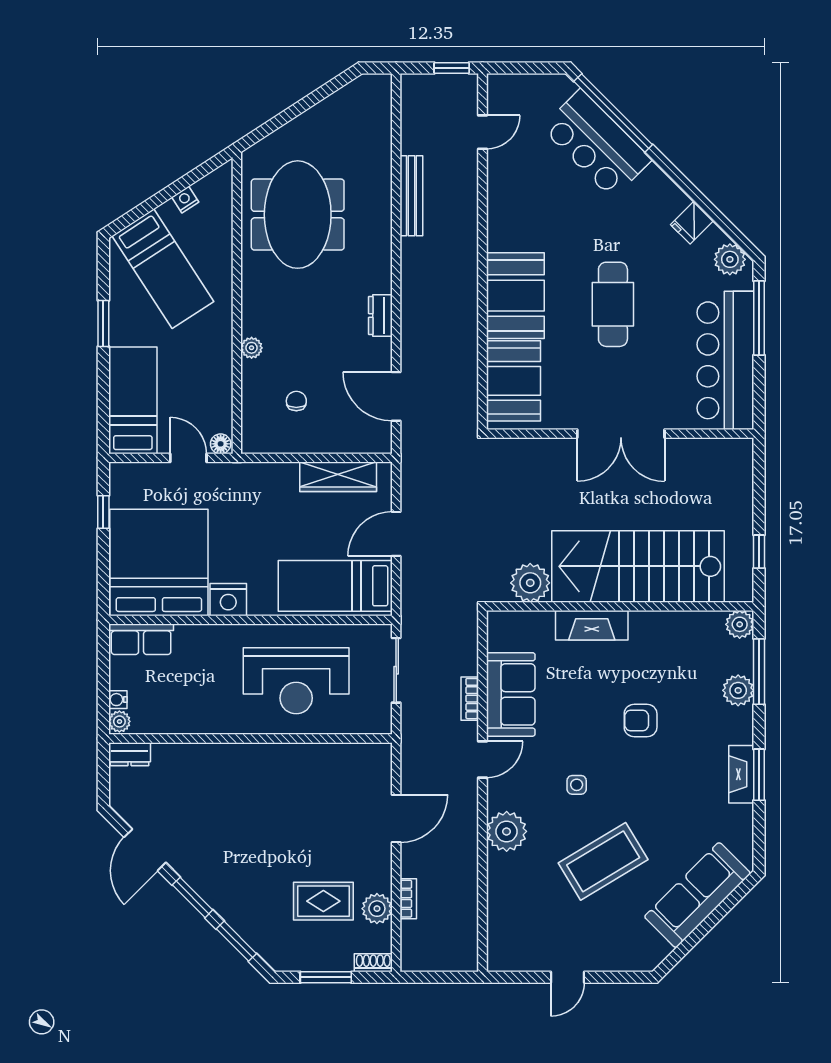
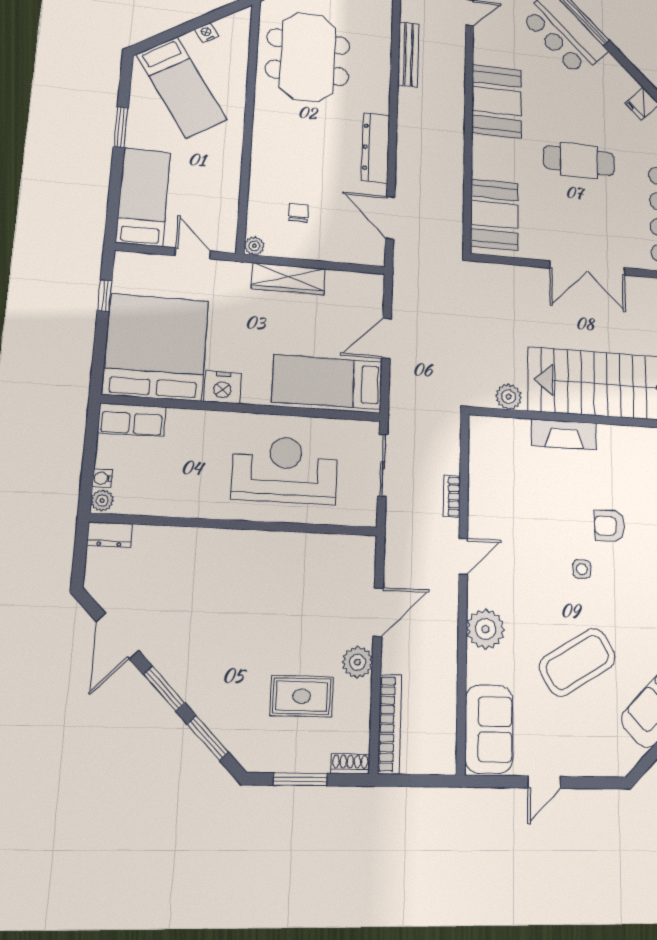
booth: (515, 296) -> (497, 101), moved
cafe table: (613, 304) -> (579, 161), turned 90
dresser: (380, 315) -> (376, 148), width x1.96, depth x1.24
plant: (252, 348) -> (254, 246), moved
floor lamp: (221, 444) -> (225, 244), removed
wardrobe: (338, 477) -> (288, 279), moved
plant: (530, 583) -> (509, 397), width x0.73, depth x0.73
reception desk: (296, 681) -> (285, 470), turned 180
sofa: (511, 694) -> (489, 729), moved
side table: (577, 785) -> (582, 569), moved
bookcase: (408, 899) -> (390, 724), width x2.31, depth x1.31
plant: (377, 909) -> (357, 662), moved

